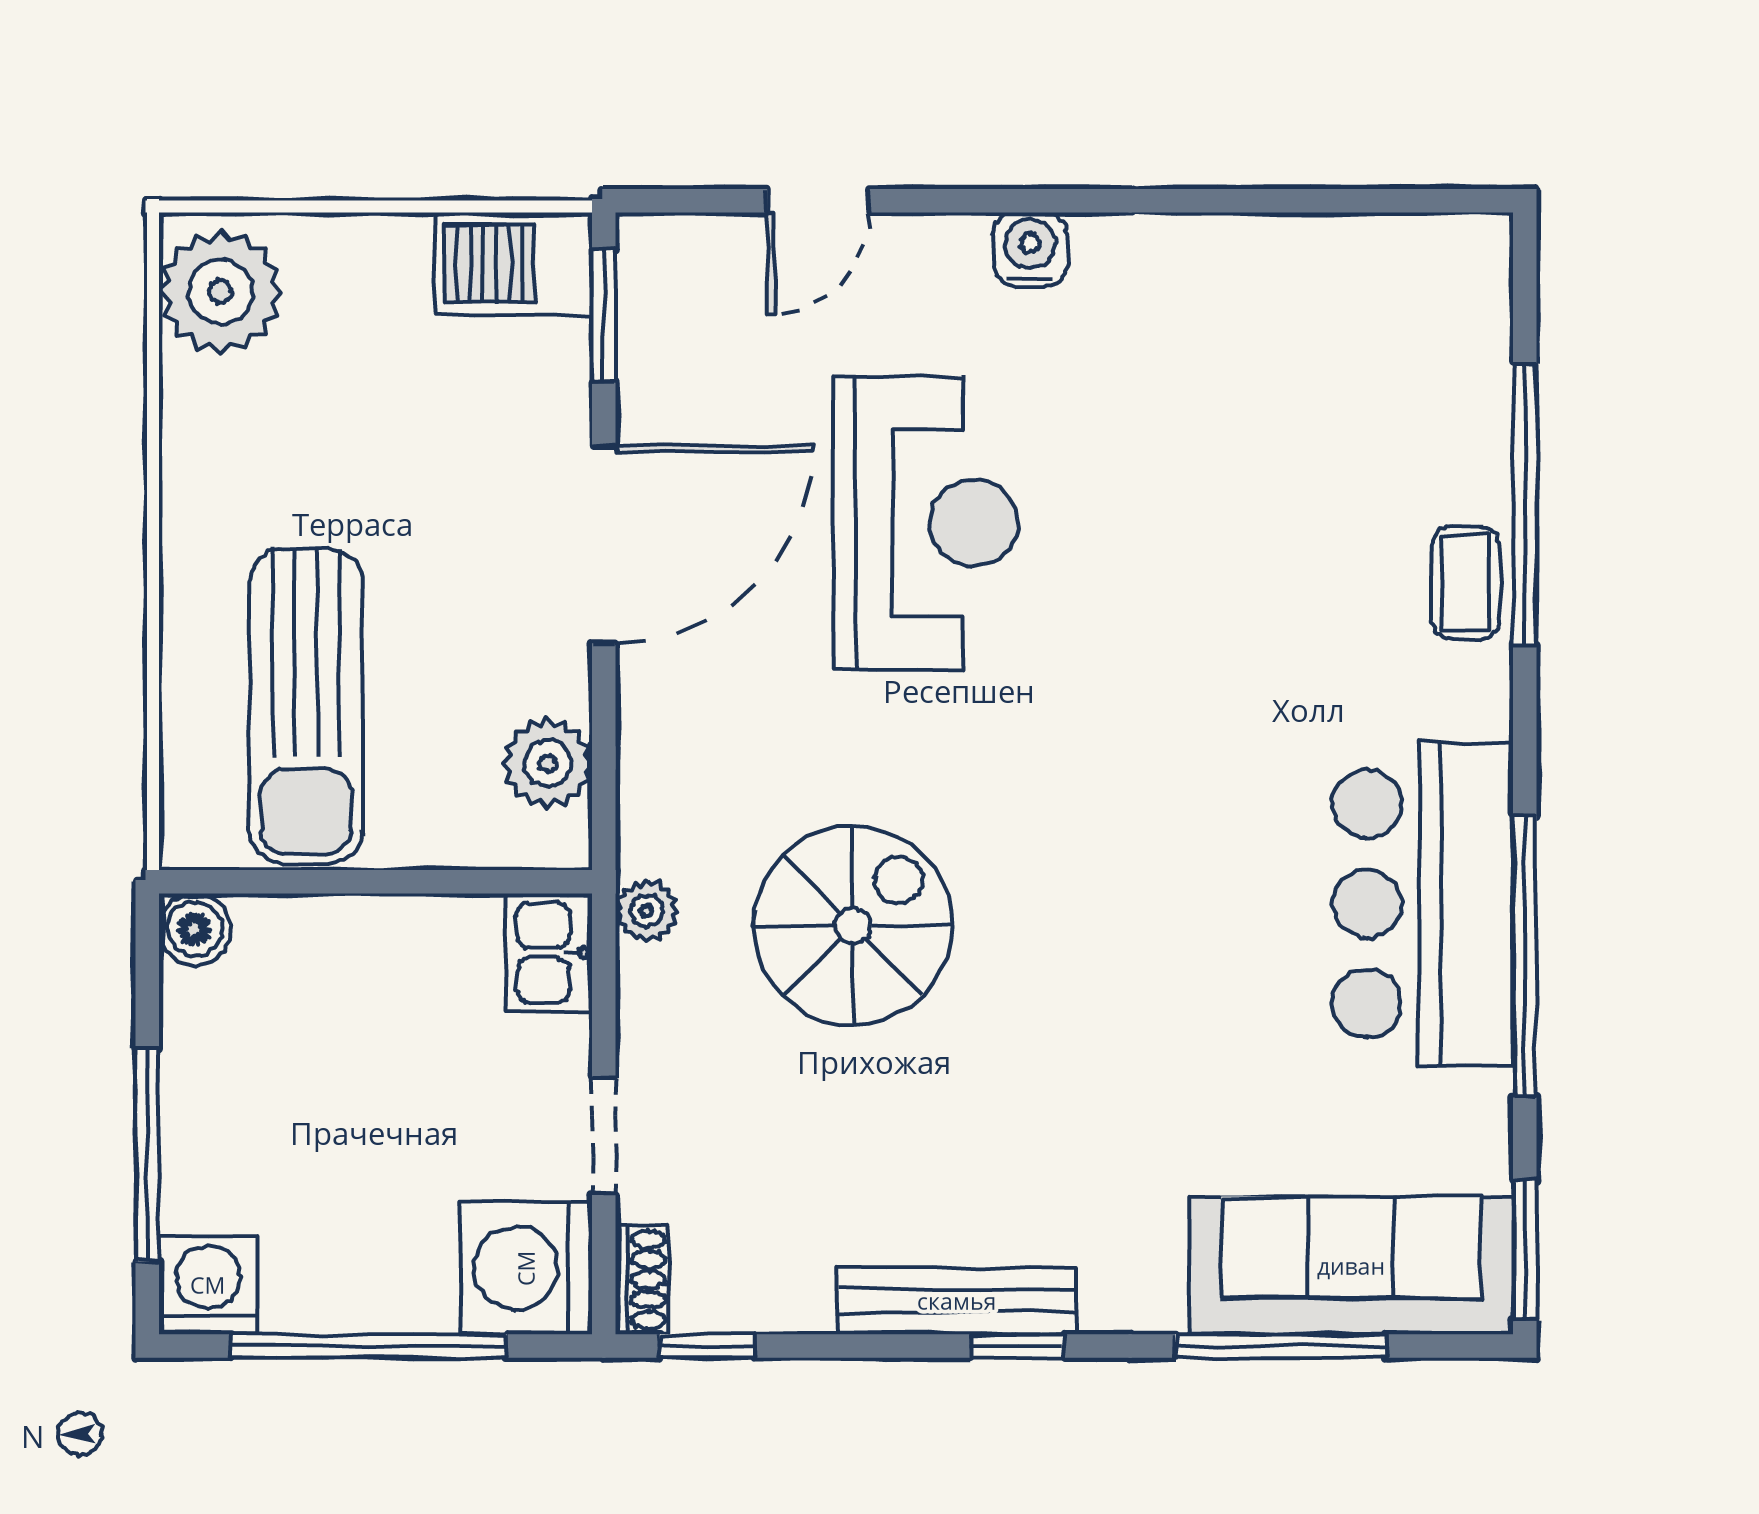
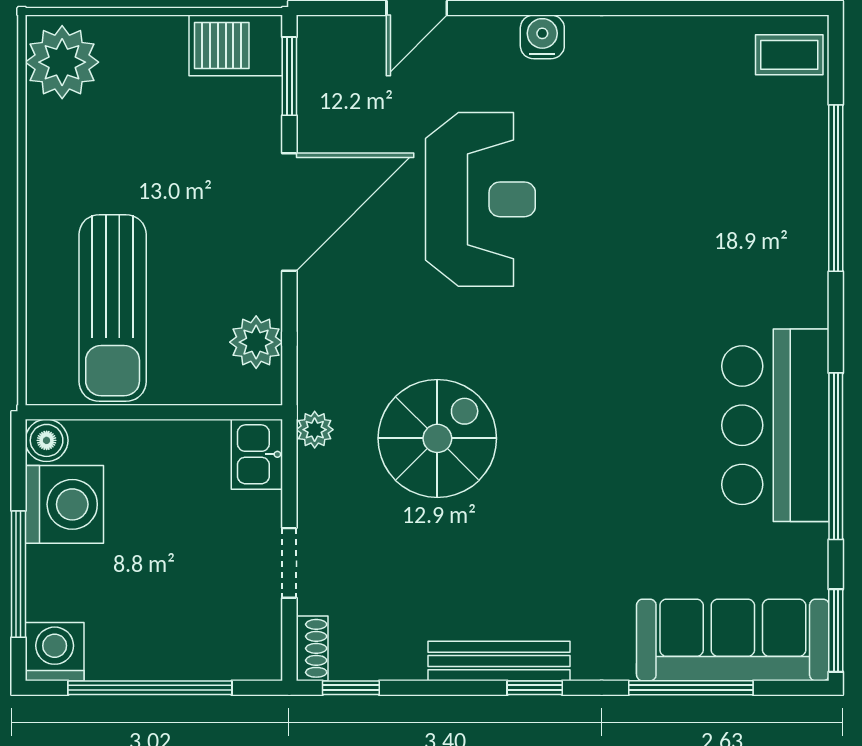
coffee table: (1466, 583) -> (789, 55), moved, turned 90
washing machine: (526, 1268) -> (64, 504), moved, turned 180

